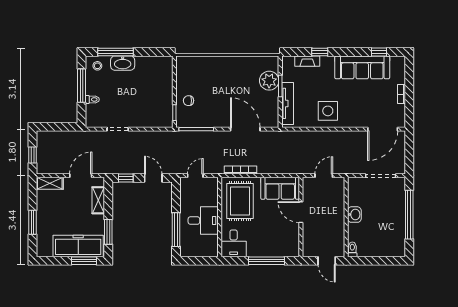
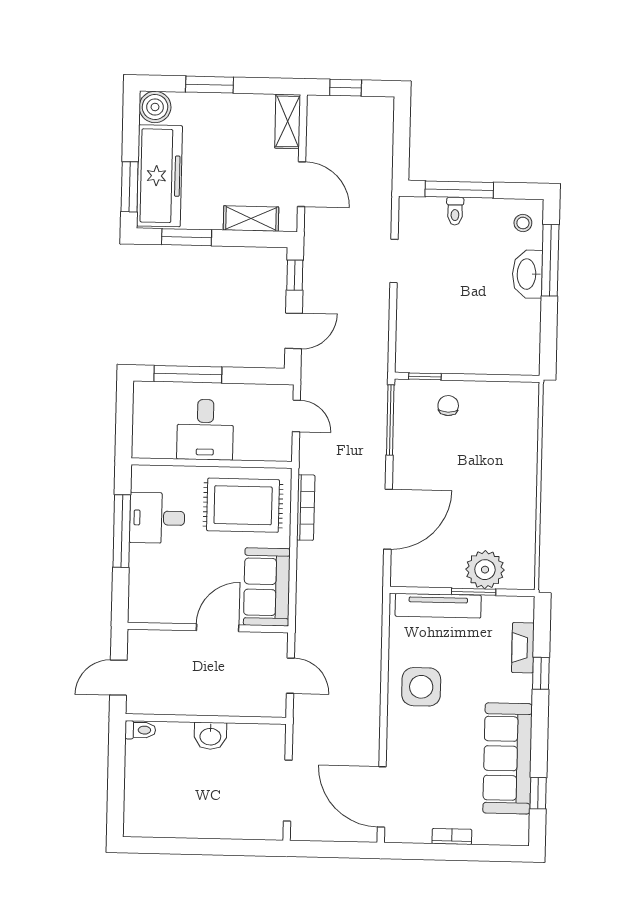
window: (82, 86) -> (459, 190), moved
window: (409, 215) -> (208, 847), removed
desk: (234, 243) -> (157, 518), moved
boiler: (44, 249) -> (155, 107), added
window: (267, 261) -> (122, 531), moved

